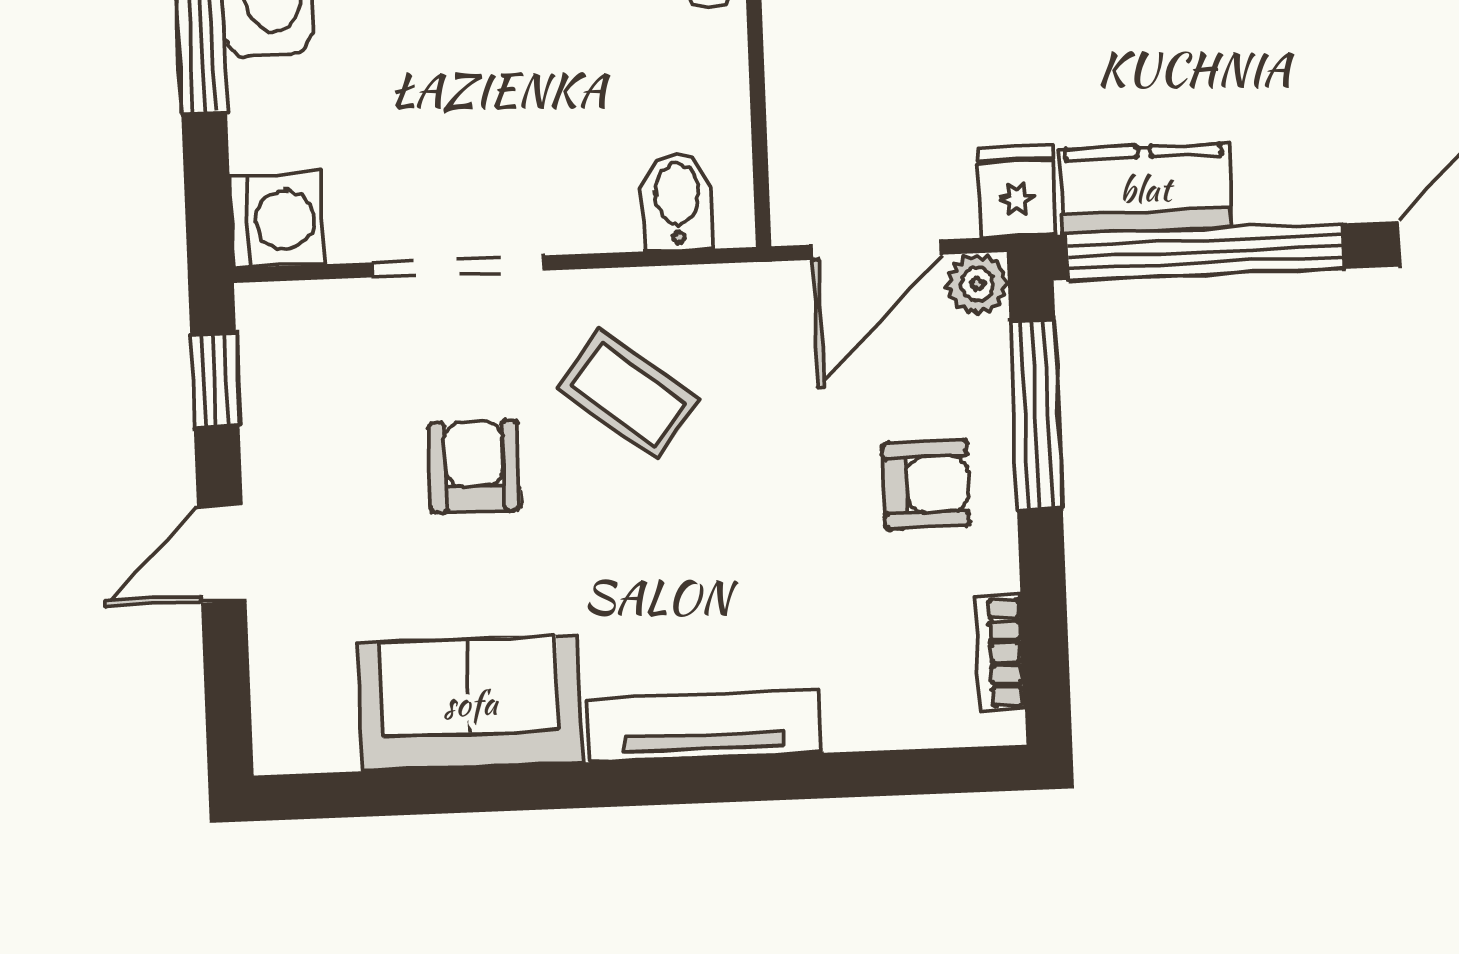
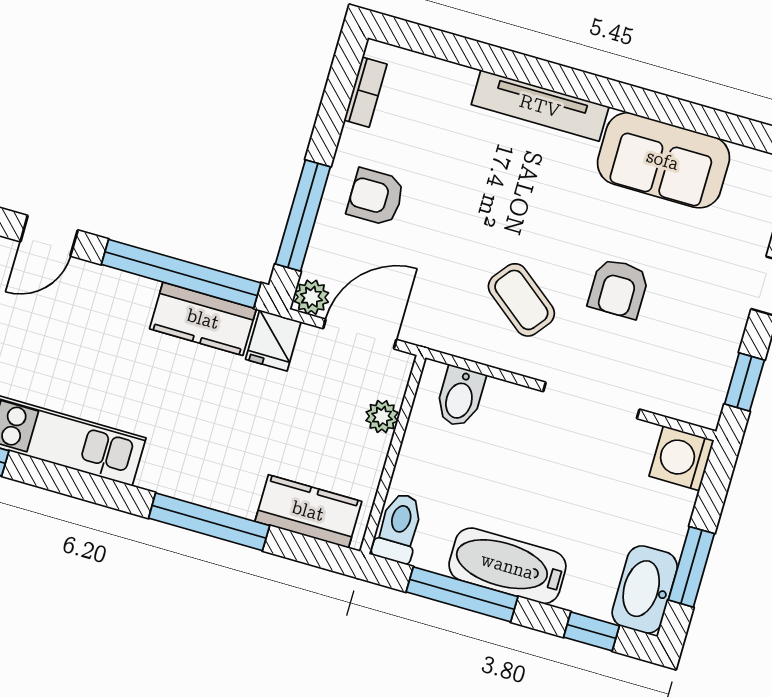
plant: (795, 125) -> (382, 417), added

